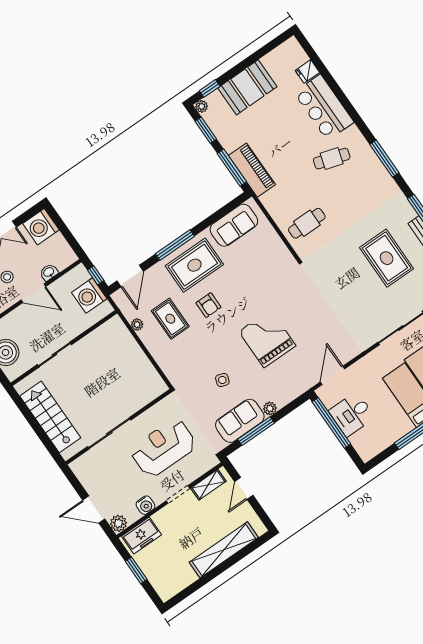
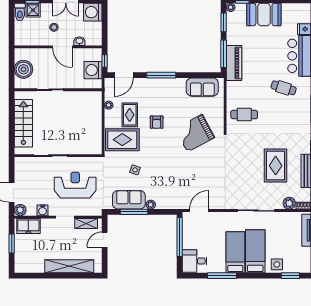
rug: (194, 265) -> (122, 140), moved
grand piano: (267, 339) -> (195, 133), moved, turned -118
desk: (352, 414) -> (195, 261), moved

